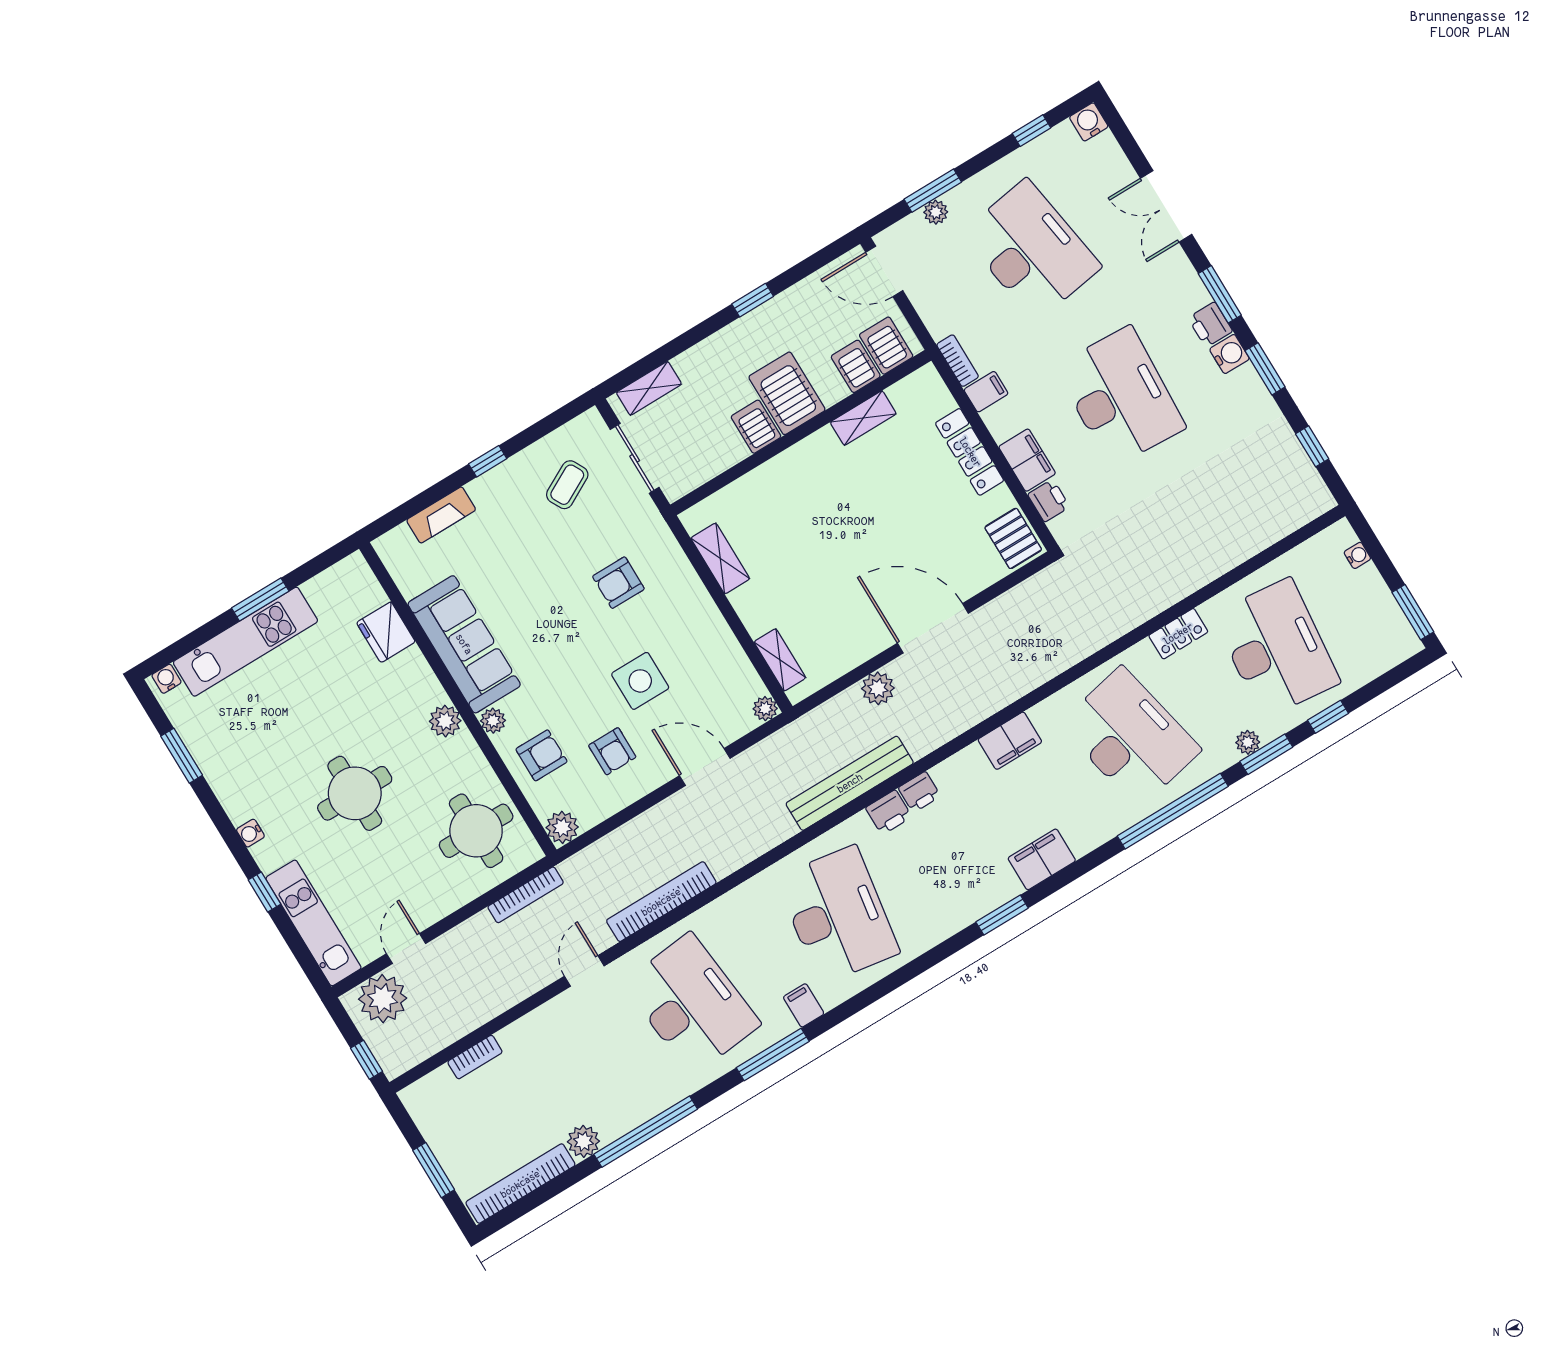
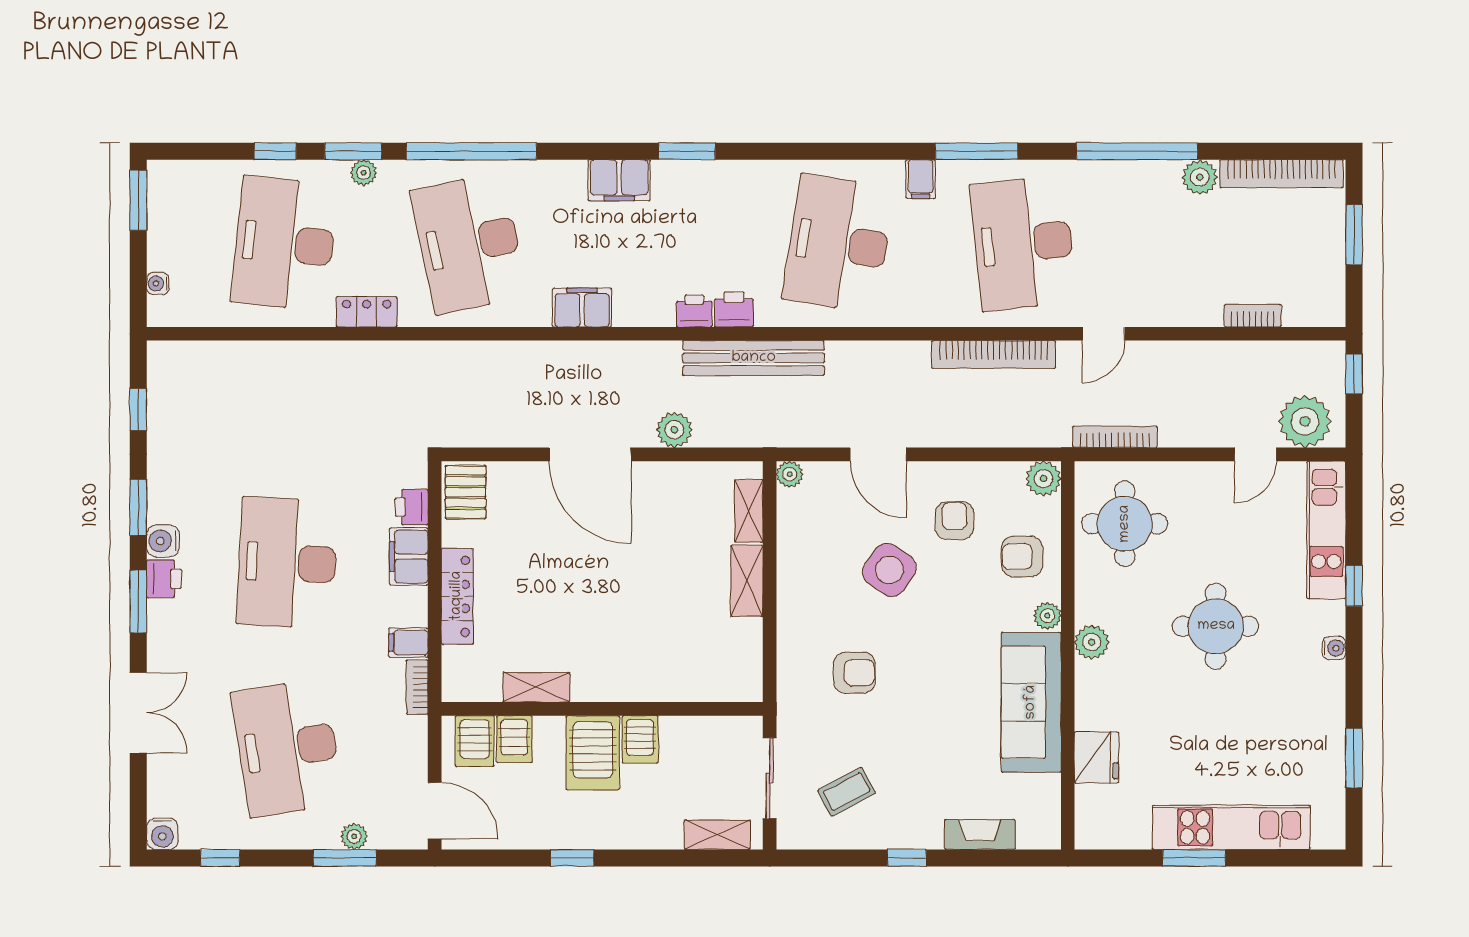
shelving: (720, 558) -> (747, 581), moved
water cooler: (167, 679) -> (1325, 837), removed
side table: (640, 681) -> (889, 570), turned 35

